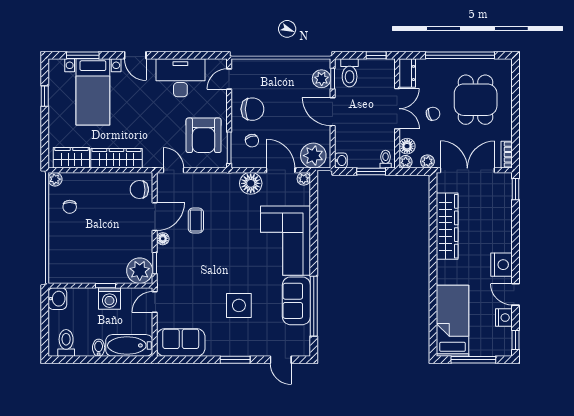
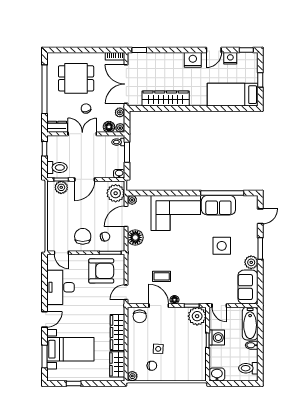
side table: (93, 216) -> (158, 349), added
plant: (216, 347) -> (251, 262), added
window: (473, 360) -> (260, 80), width x0.46

